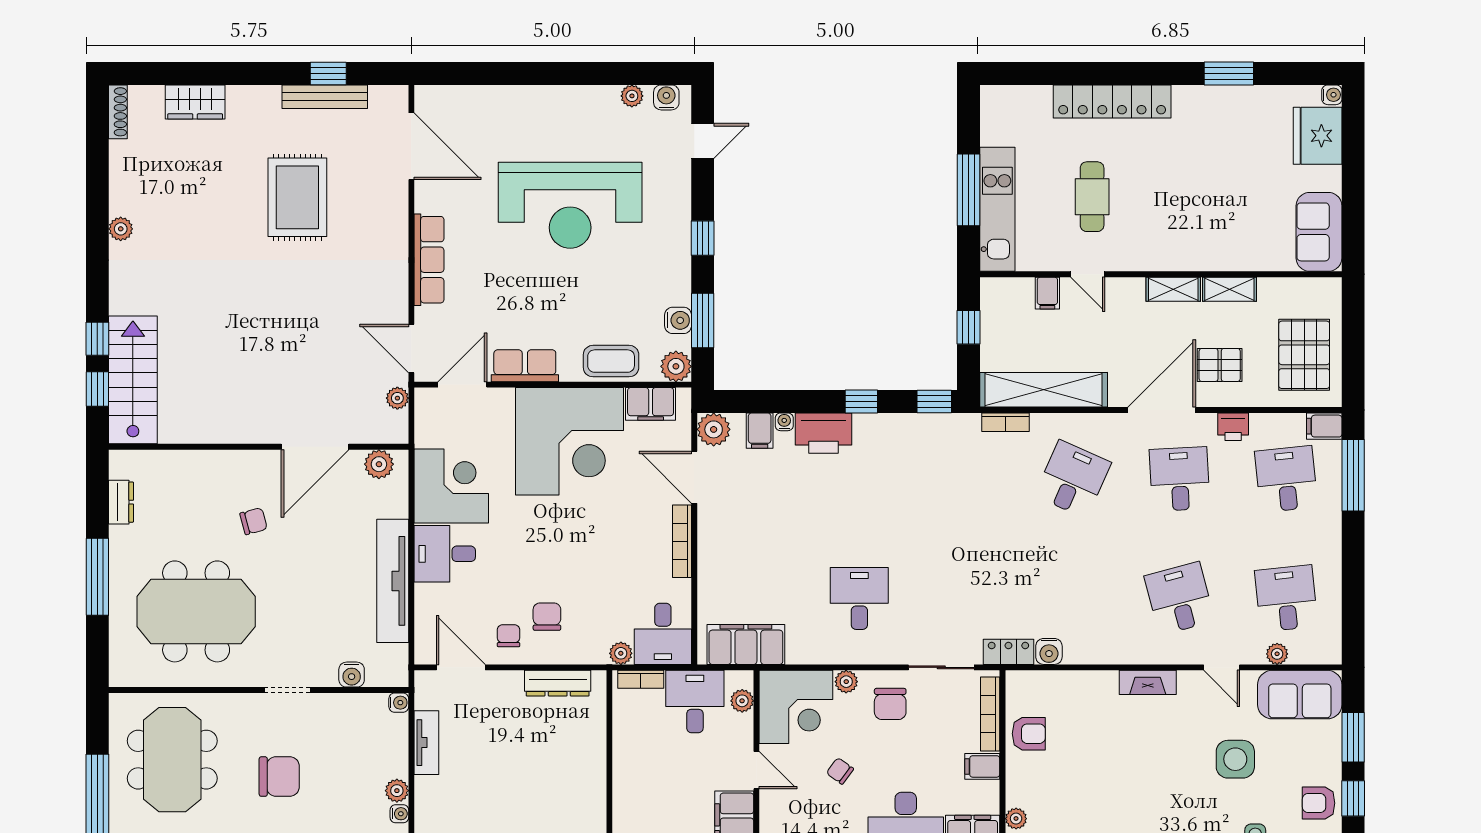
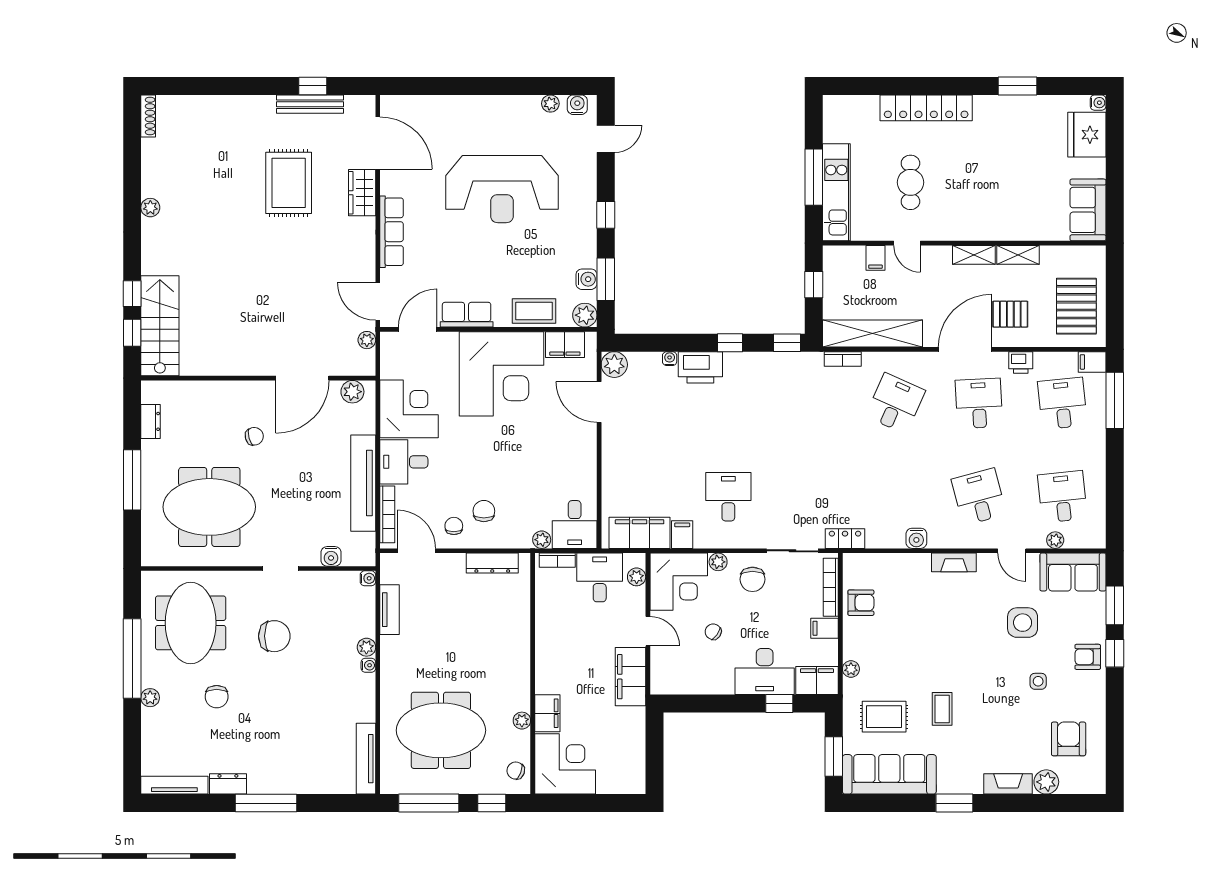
wardrobe: (195, 102) -> (362, 193), moved, turned 90
filing cabinet: (760, 431) -> (682, 535), moved, turned 180
bookcase: (682, 541) -> (387, 514), moved, turned 180
water cooler: (1049, 651) -> (916, 538), moved

